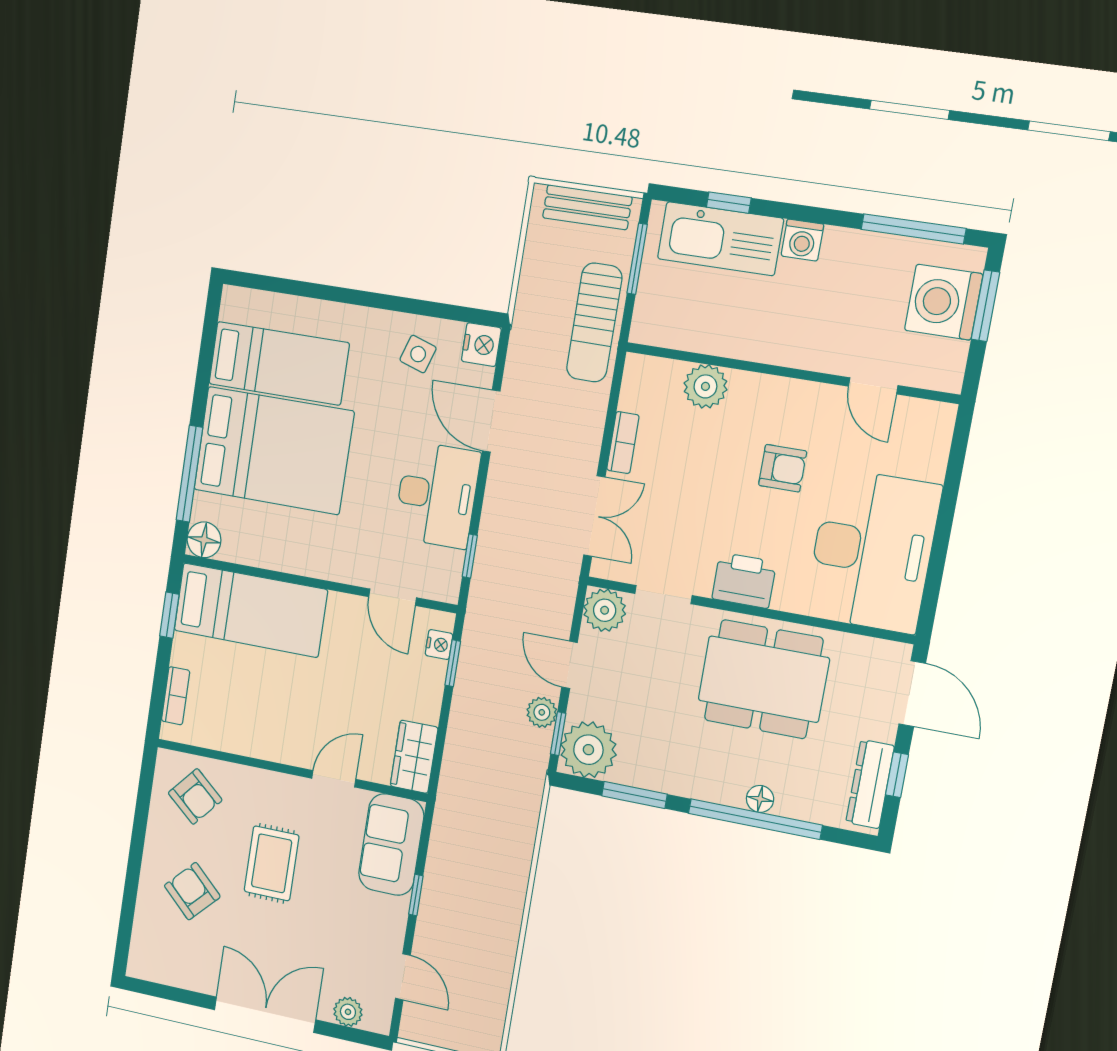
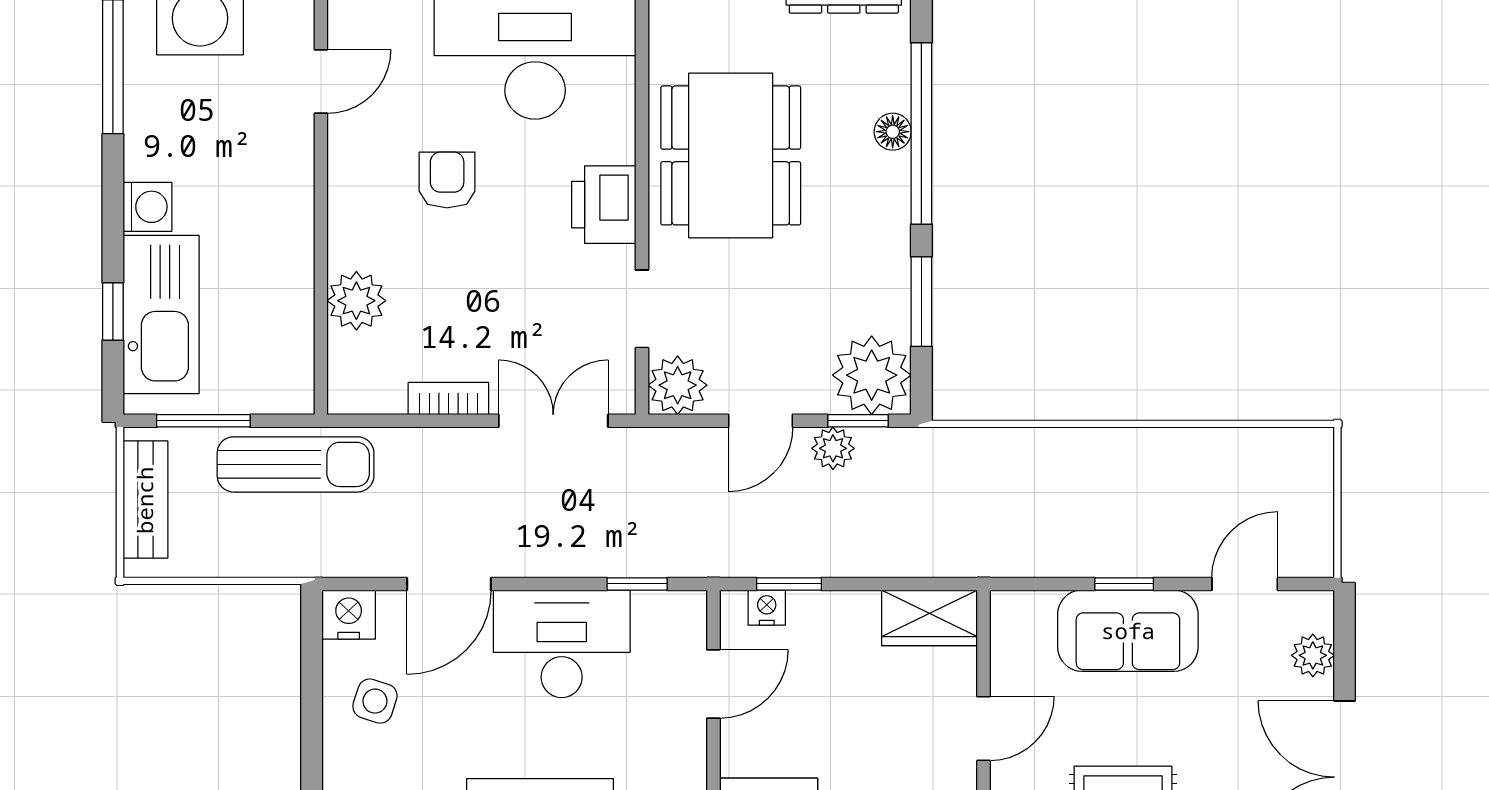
door: (334, 779) -> (984, 728), swing flipped
sofa: (391, 845) -> (1128, 631), moved

